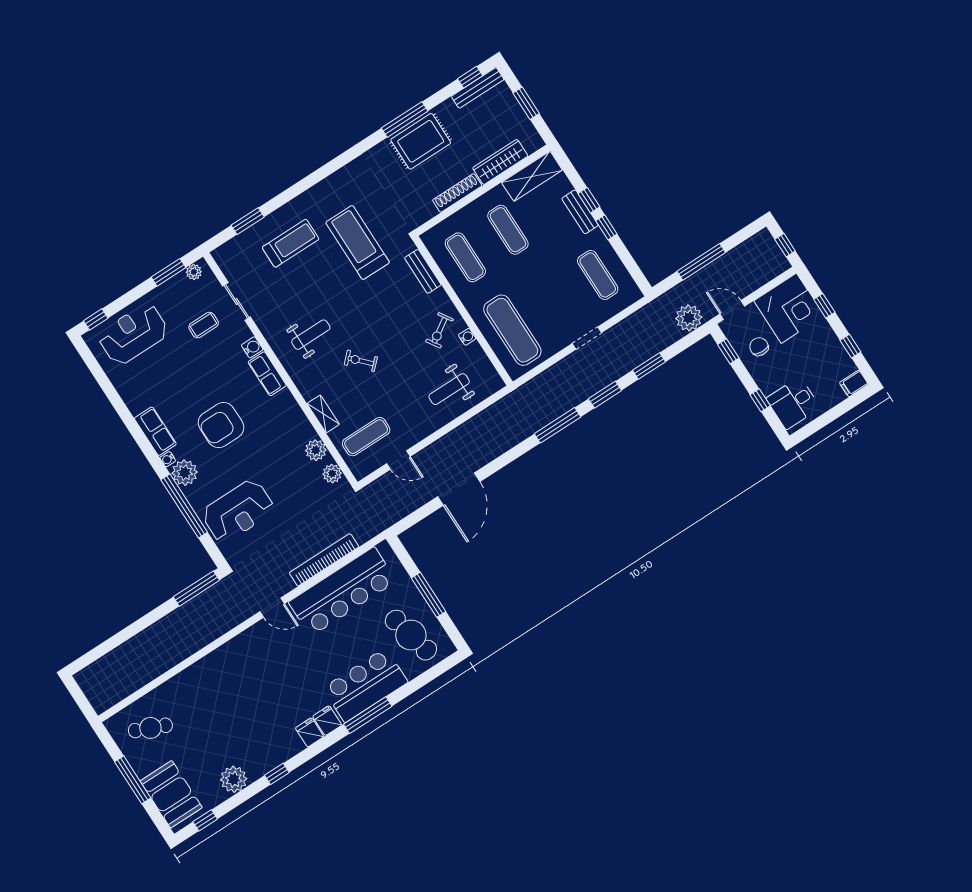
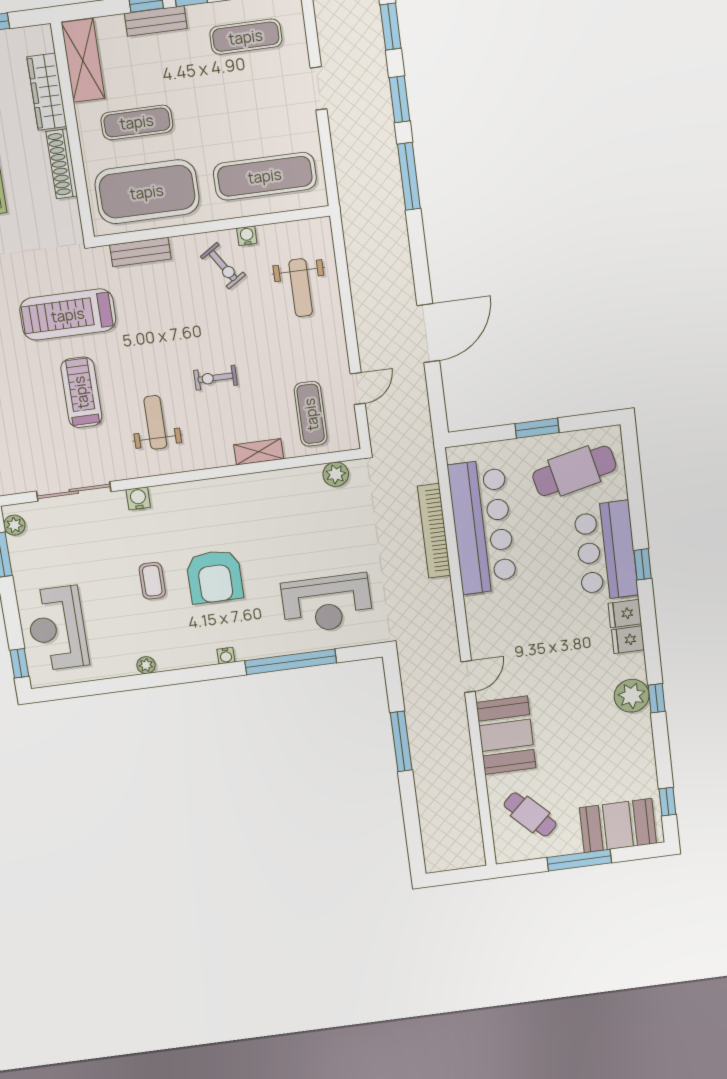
treadmill: (291, 243) -> (81, 392), moved
exercise mat: (465, 257) -> (147, 192), width x2.00, depth x1.45
sliding door: (237, 301) -> (74, 491), width x1.37
coffee table: (204, 325) -> (152, 581), moved
exercise bike: (361, 361) -> (215, 378), turned 44
row of seats: (267, 374) -> (178, 495), removed
row of seats: (155, 431) -> (186, 655), removed
plant: (316, 450) -> (298, 481), removed
plant: (185, 473) -> (146, 665), moved, width x0.53, depth x0.53
door: (459, 489) -> (428, 333), hinge flipped
reception desk: (238, 511) -> (327, 604), turned 90
window: (196, 589) -> (401, 741), moved
window: (429, 595) -> (537, 428), width x0.69
door: (272, 608) -> (468, 677), moved
booth: (201, 682) -> (506, 735), added
window: (368, 715) -> (643, 564), width x0.46
cafe table: (150, 728) -> (530, 814), turned -67
plant: (234, 779) -> (632, 696), moved

